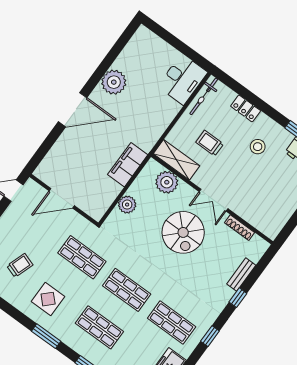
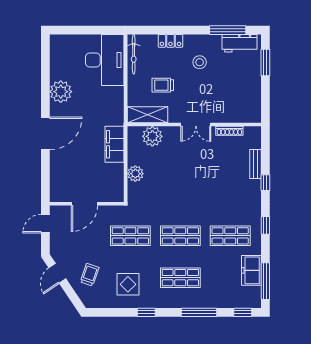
desk: (182, 79) -> (105, 60), width x1.36, depth x1.30
spiral stairs: (183, 232) -> (191, 164), removed
window: (46, 336) -> (146, 312), width x0.67

